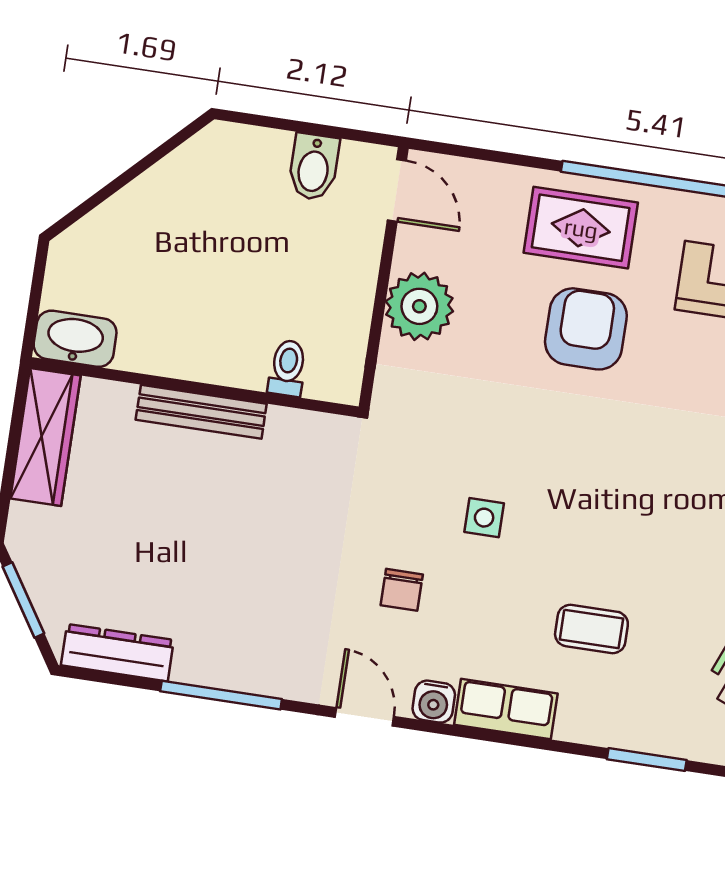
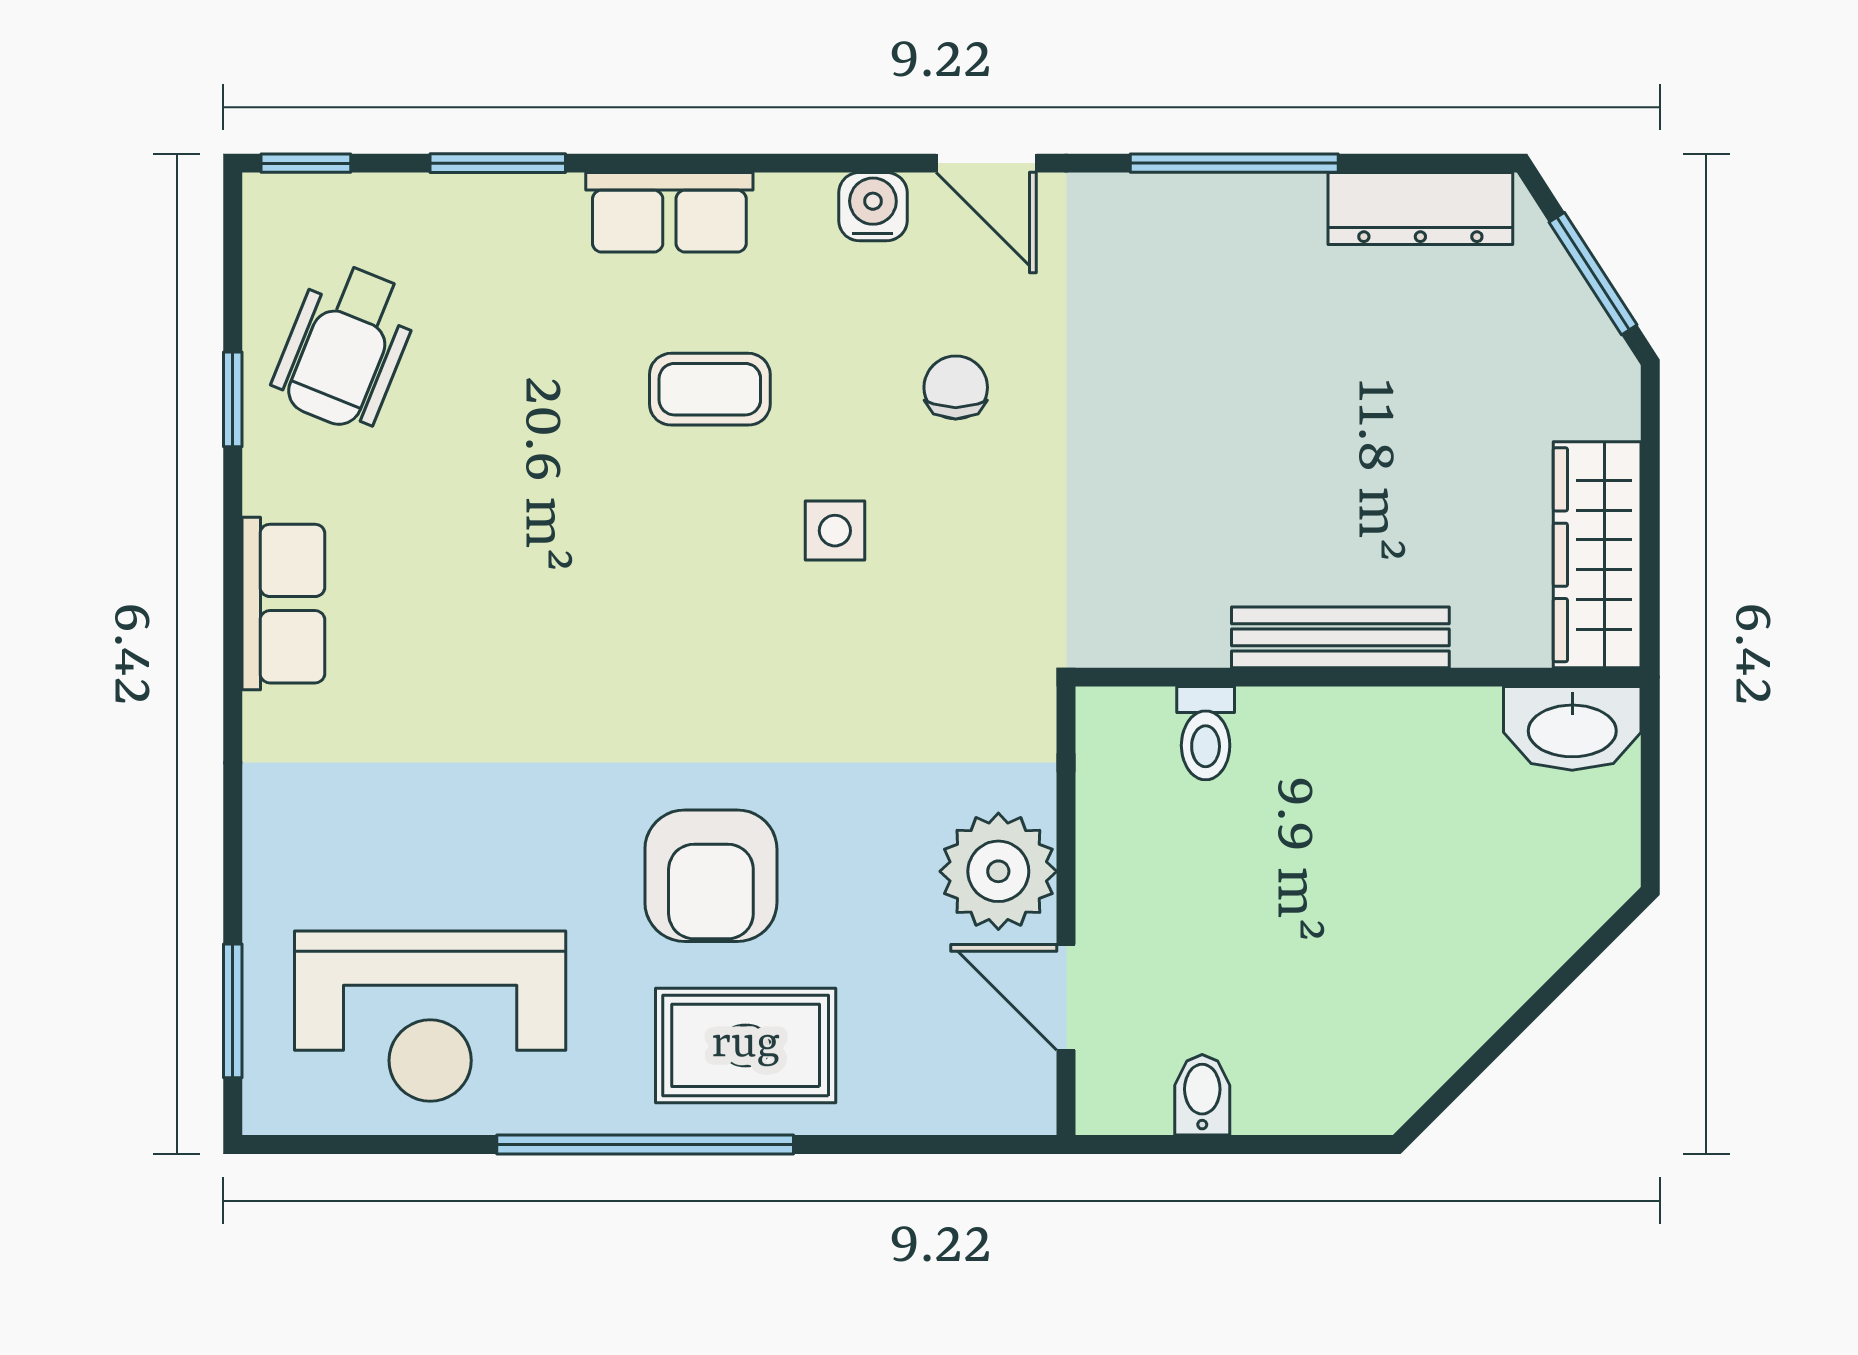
bidet: (314, 167) -> (1202, 1095), width x0.72, depth x0.74
door: (397, 190) -> (1066, 997), moved
coffee table: (591, 629) -> (710, 389), moved
row of seats: (506, 709) -> (669, 212), moved

